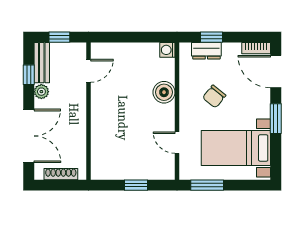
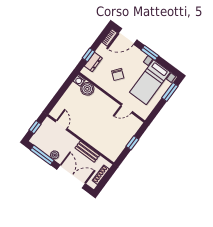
bench: (42, 63) -> (87, 152), moved
window: (29, 75) -> (42, 155), width x2.17
boiler: (164, 92) -> (87, 89), moved
window: (207, 185) -> (170, 92), moved

